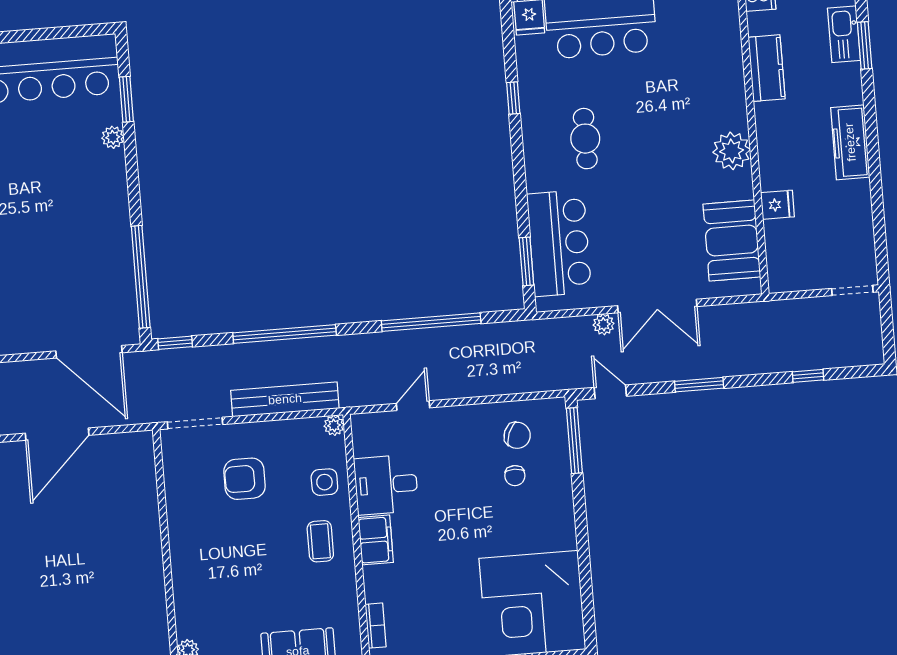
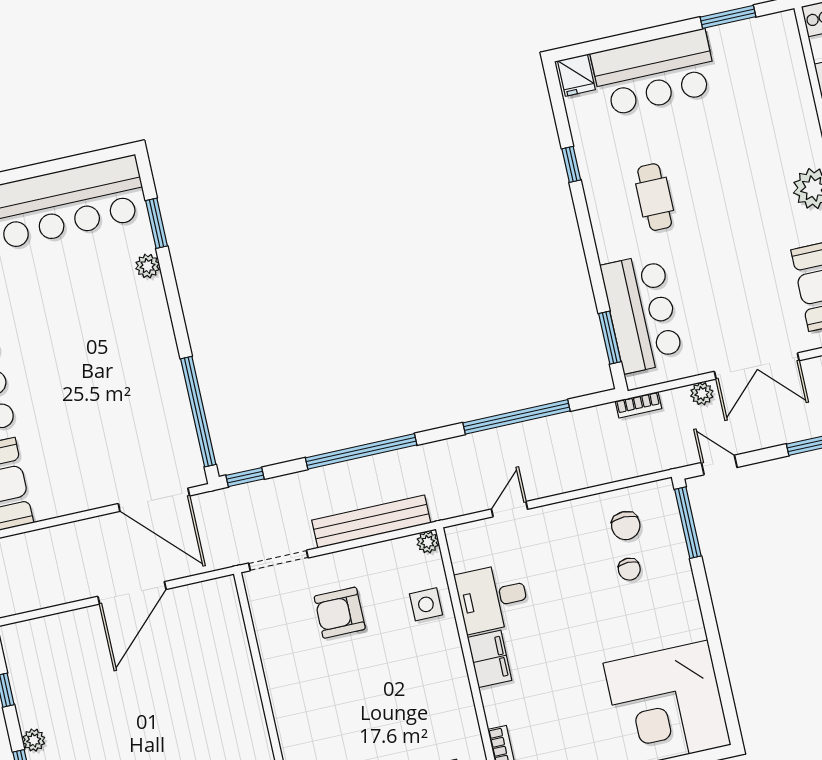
bookcase: (544, 326) -> (638, 405), added
chair: (517, 435) -> (626, 526), turned 68
coffee table: (320, 541) -> (430, 669), removed

